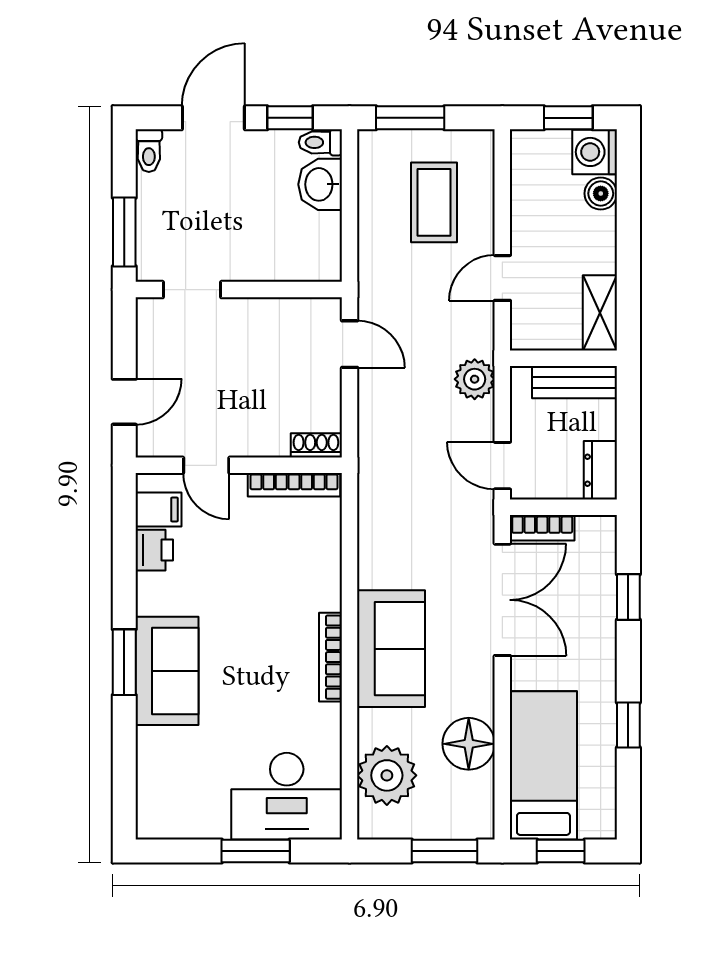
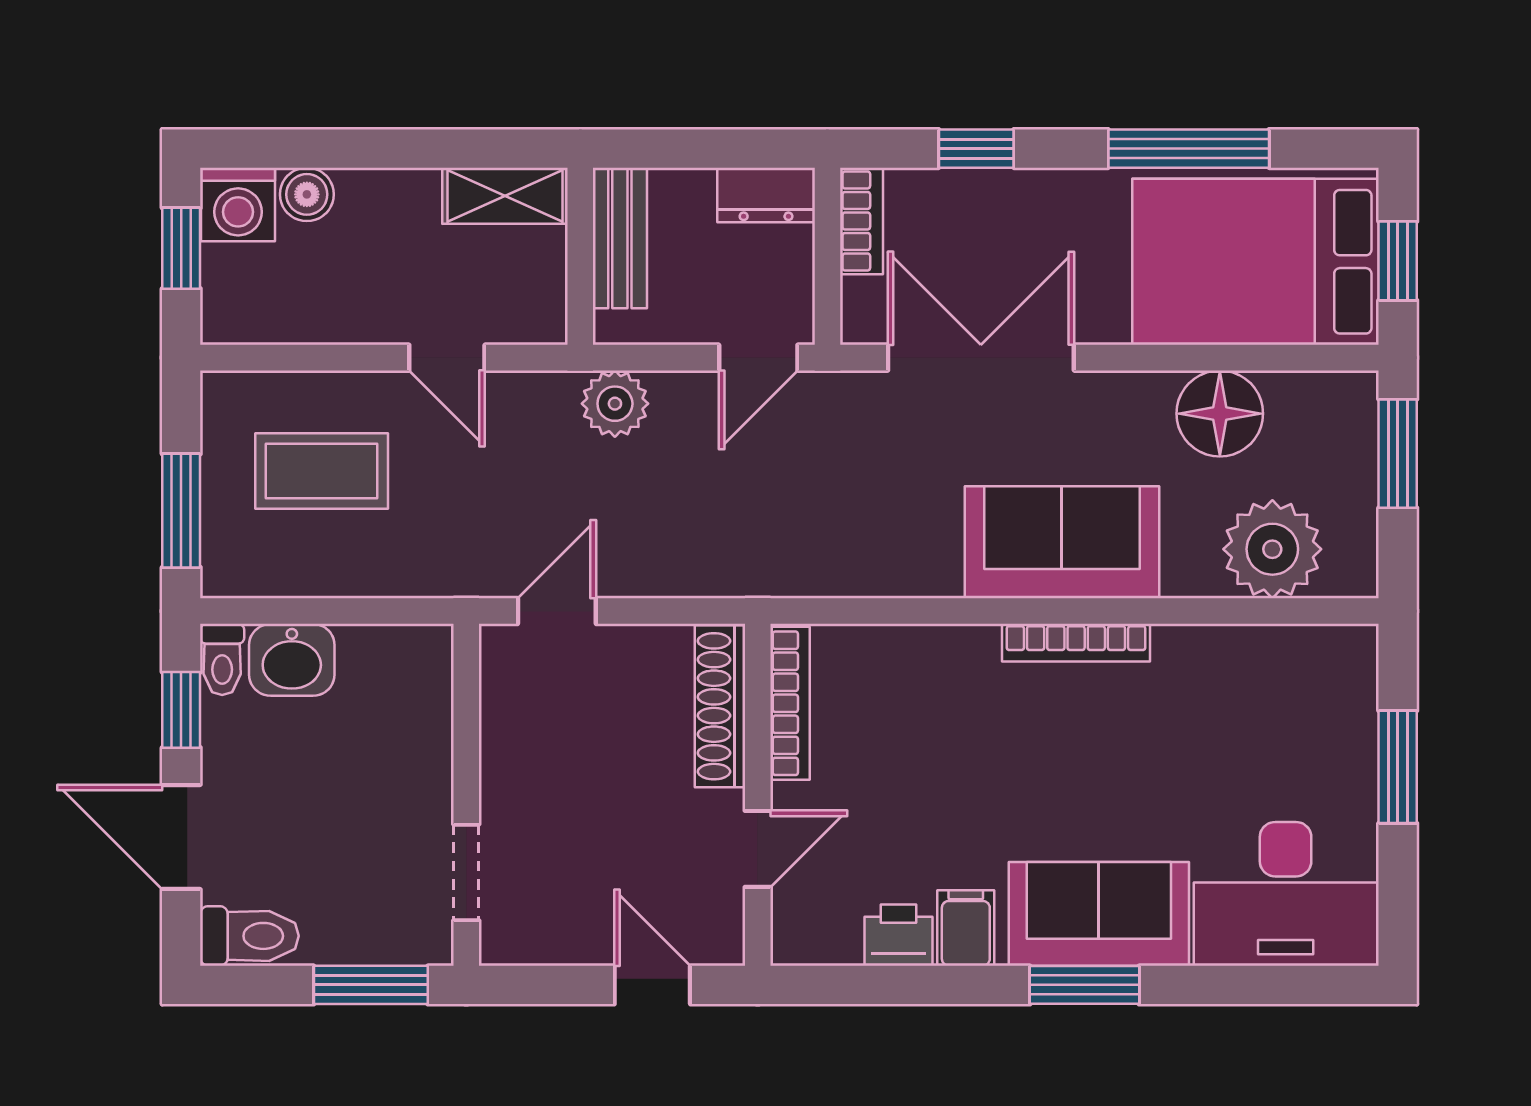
toilet: (149, 151) -> (249, 936), width x1.37, depth x1.39
shoe rack: (316, 445) -> (720, 706), width x1.94, depth x1.24
filing cabinet: (159, 509) -> (966, 928), moved
bookcase: (542, 528) -> (861, 221), moved
window: (628, 725) -> (1189, 149), width x2.17
bed: (543, 765) -> (1256, 262), width x1.50
desk: (287, 796) -> (1286, 894), moved, turned 90

